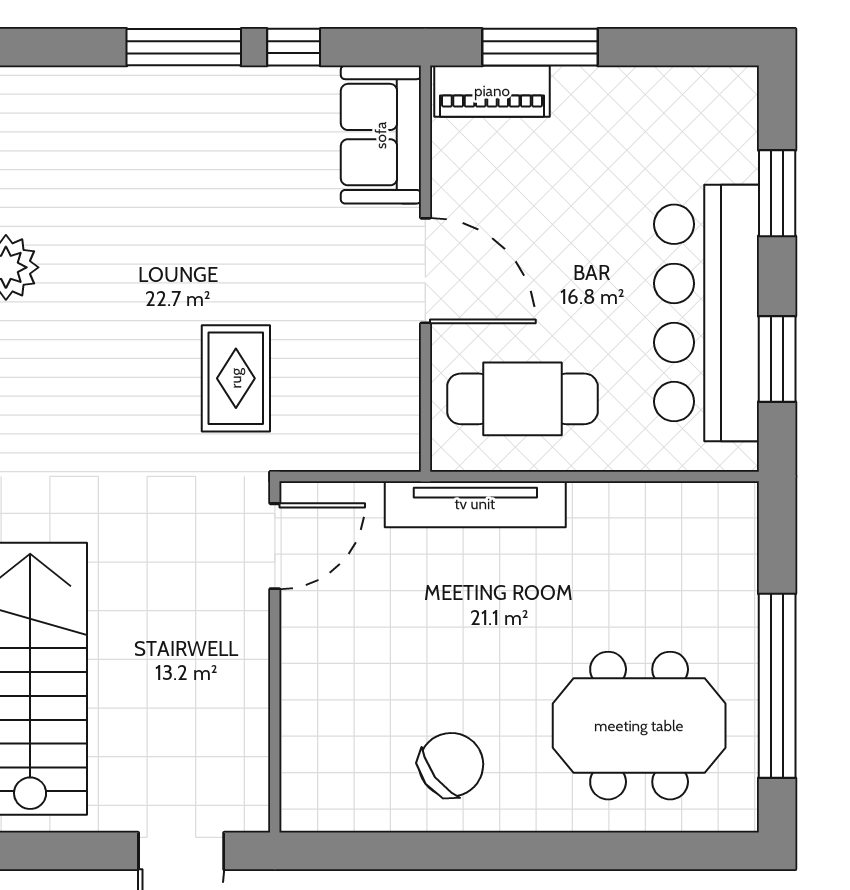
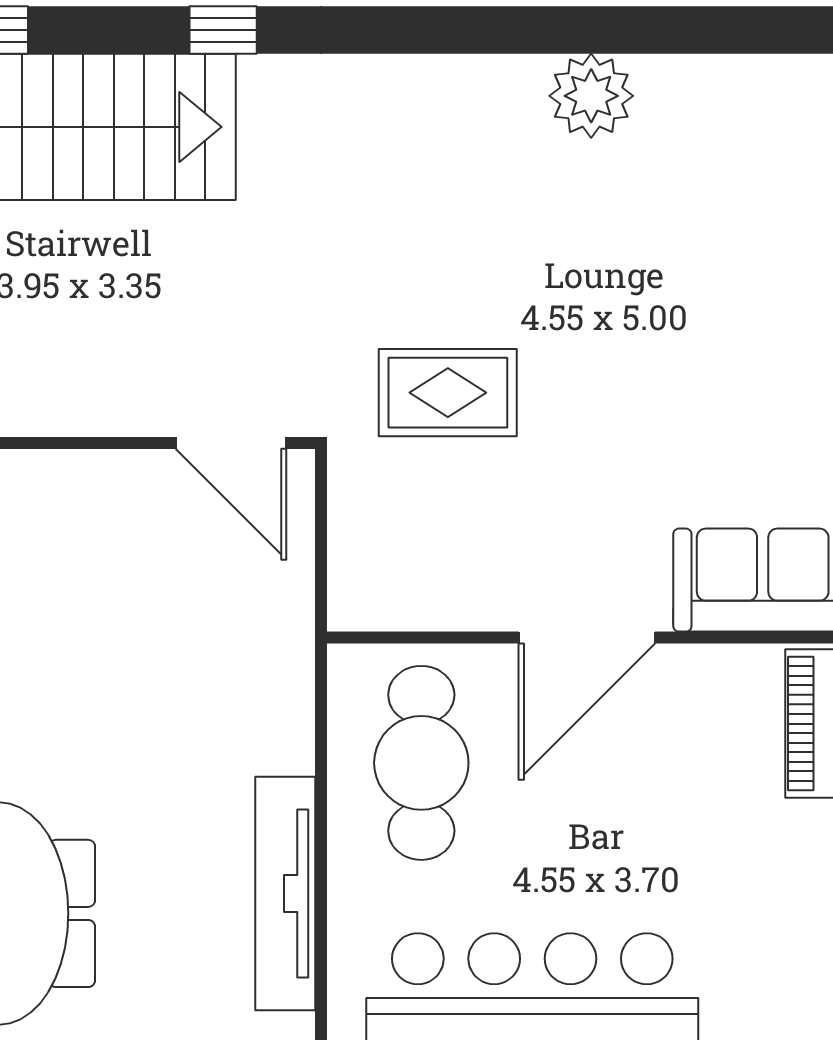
tv unit: (475, 504) -> (285, 893), moved

